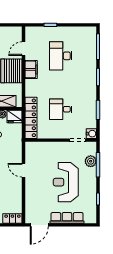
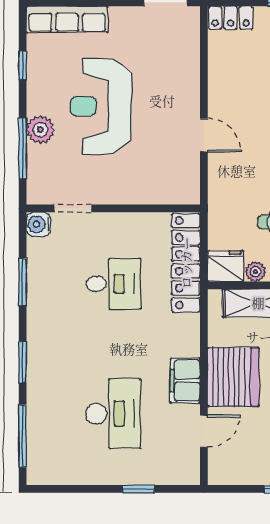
plant: (91, 161) -> (40, 130), moved
reception desk: (66, 182) -> (101, 106), turned 180
row of seats: (67, 218) -> (67, 19), moved

